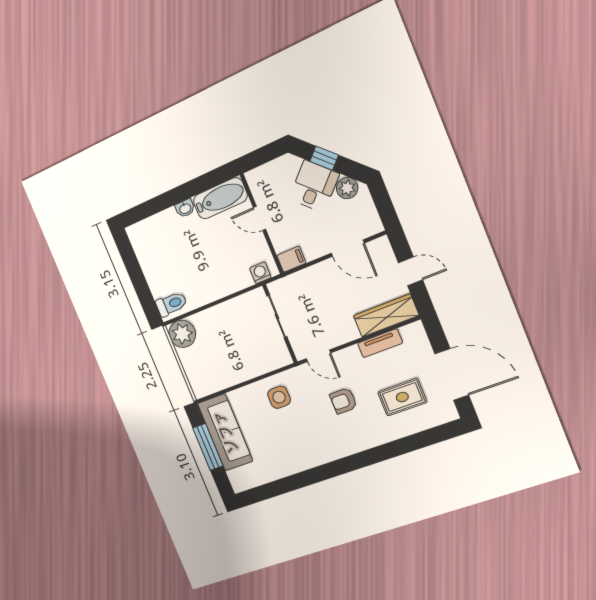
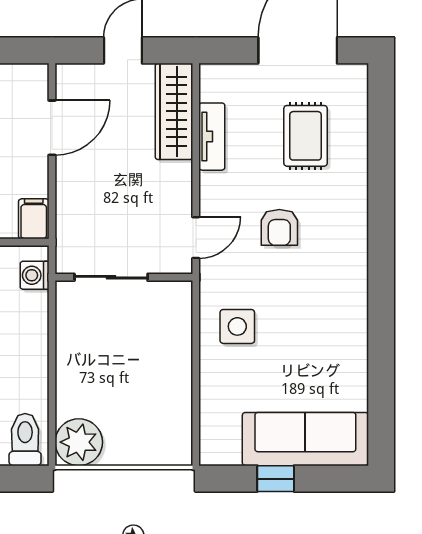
sofa: (225, 432) -> (305, 439), moved
window: (208, 447) -> (276, 479), width x0.46

